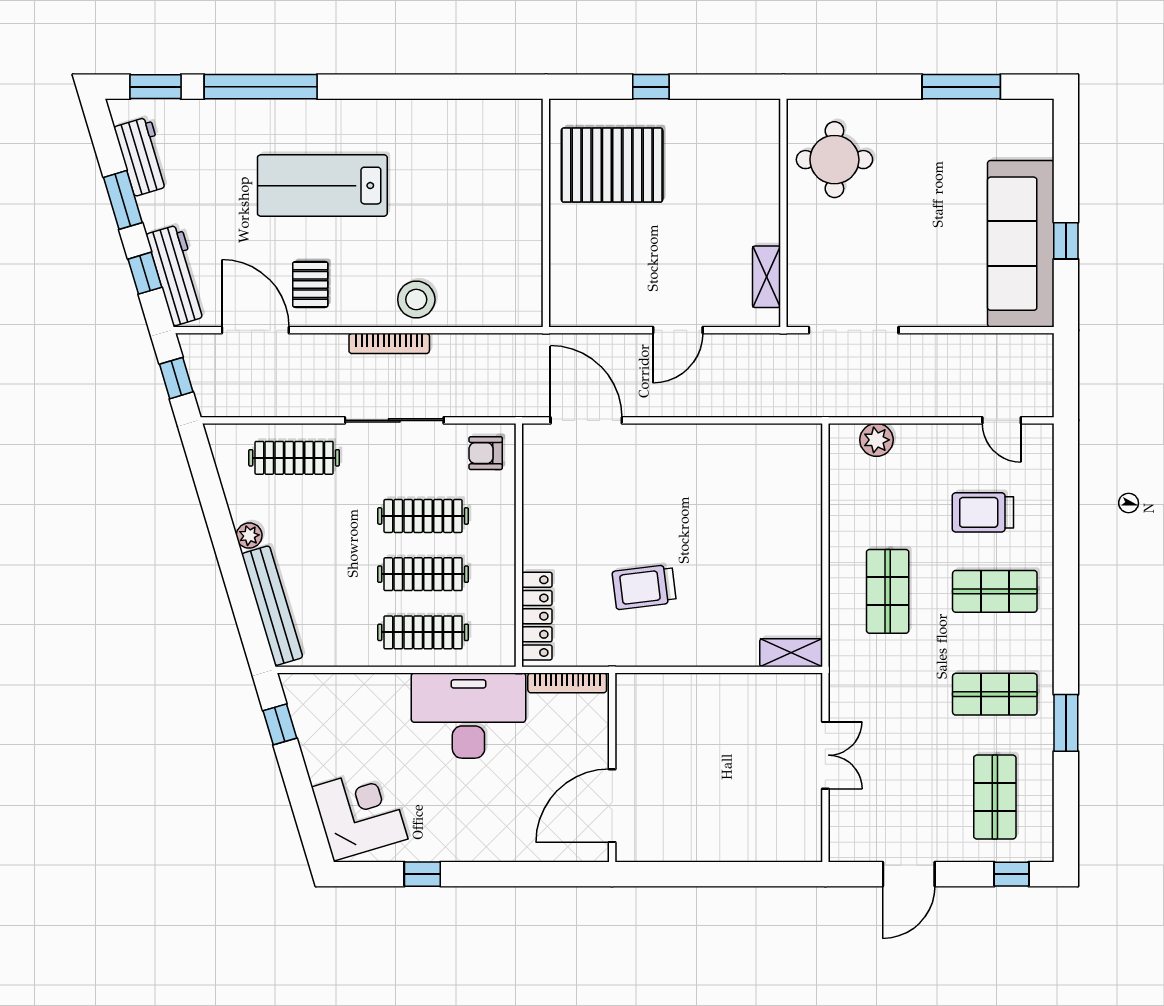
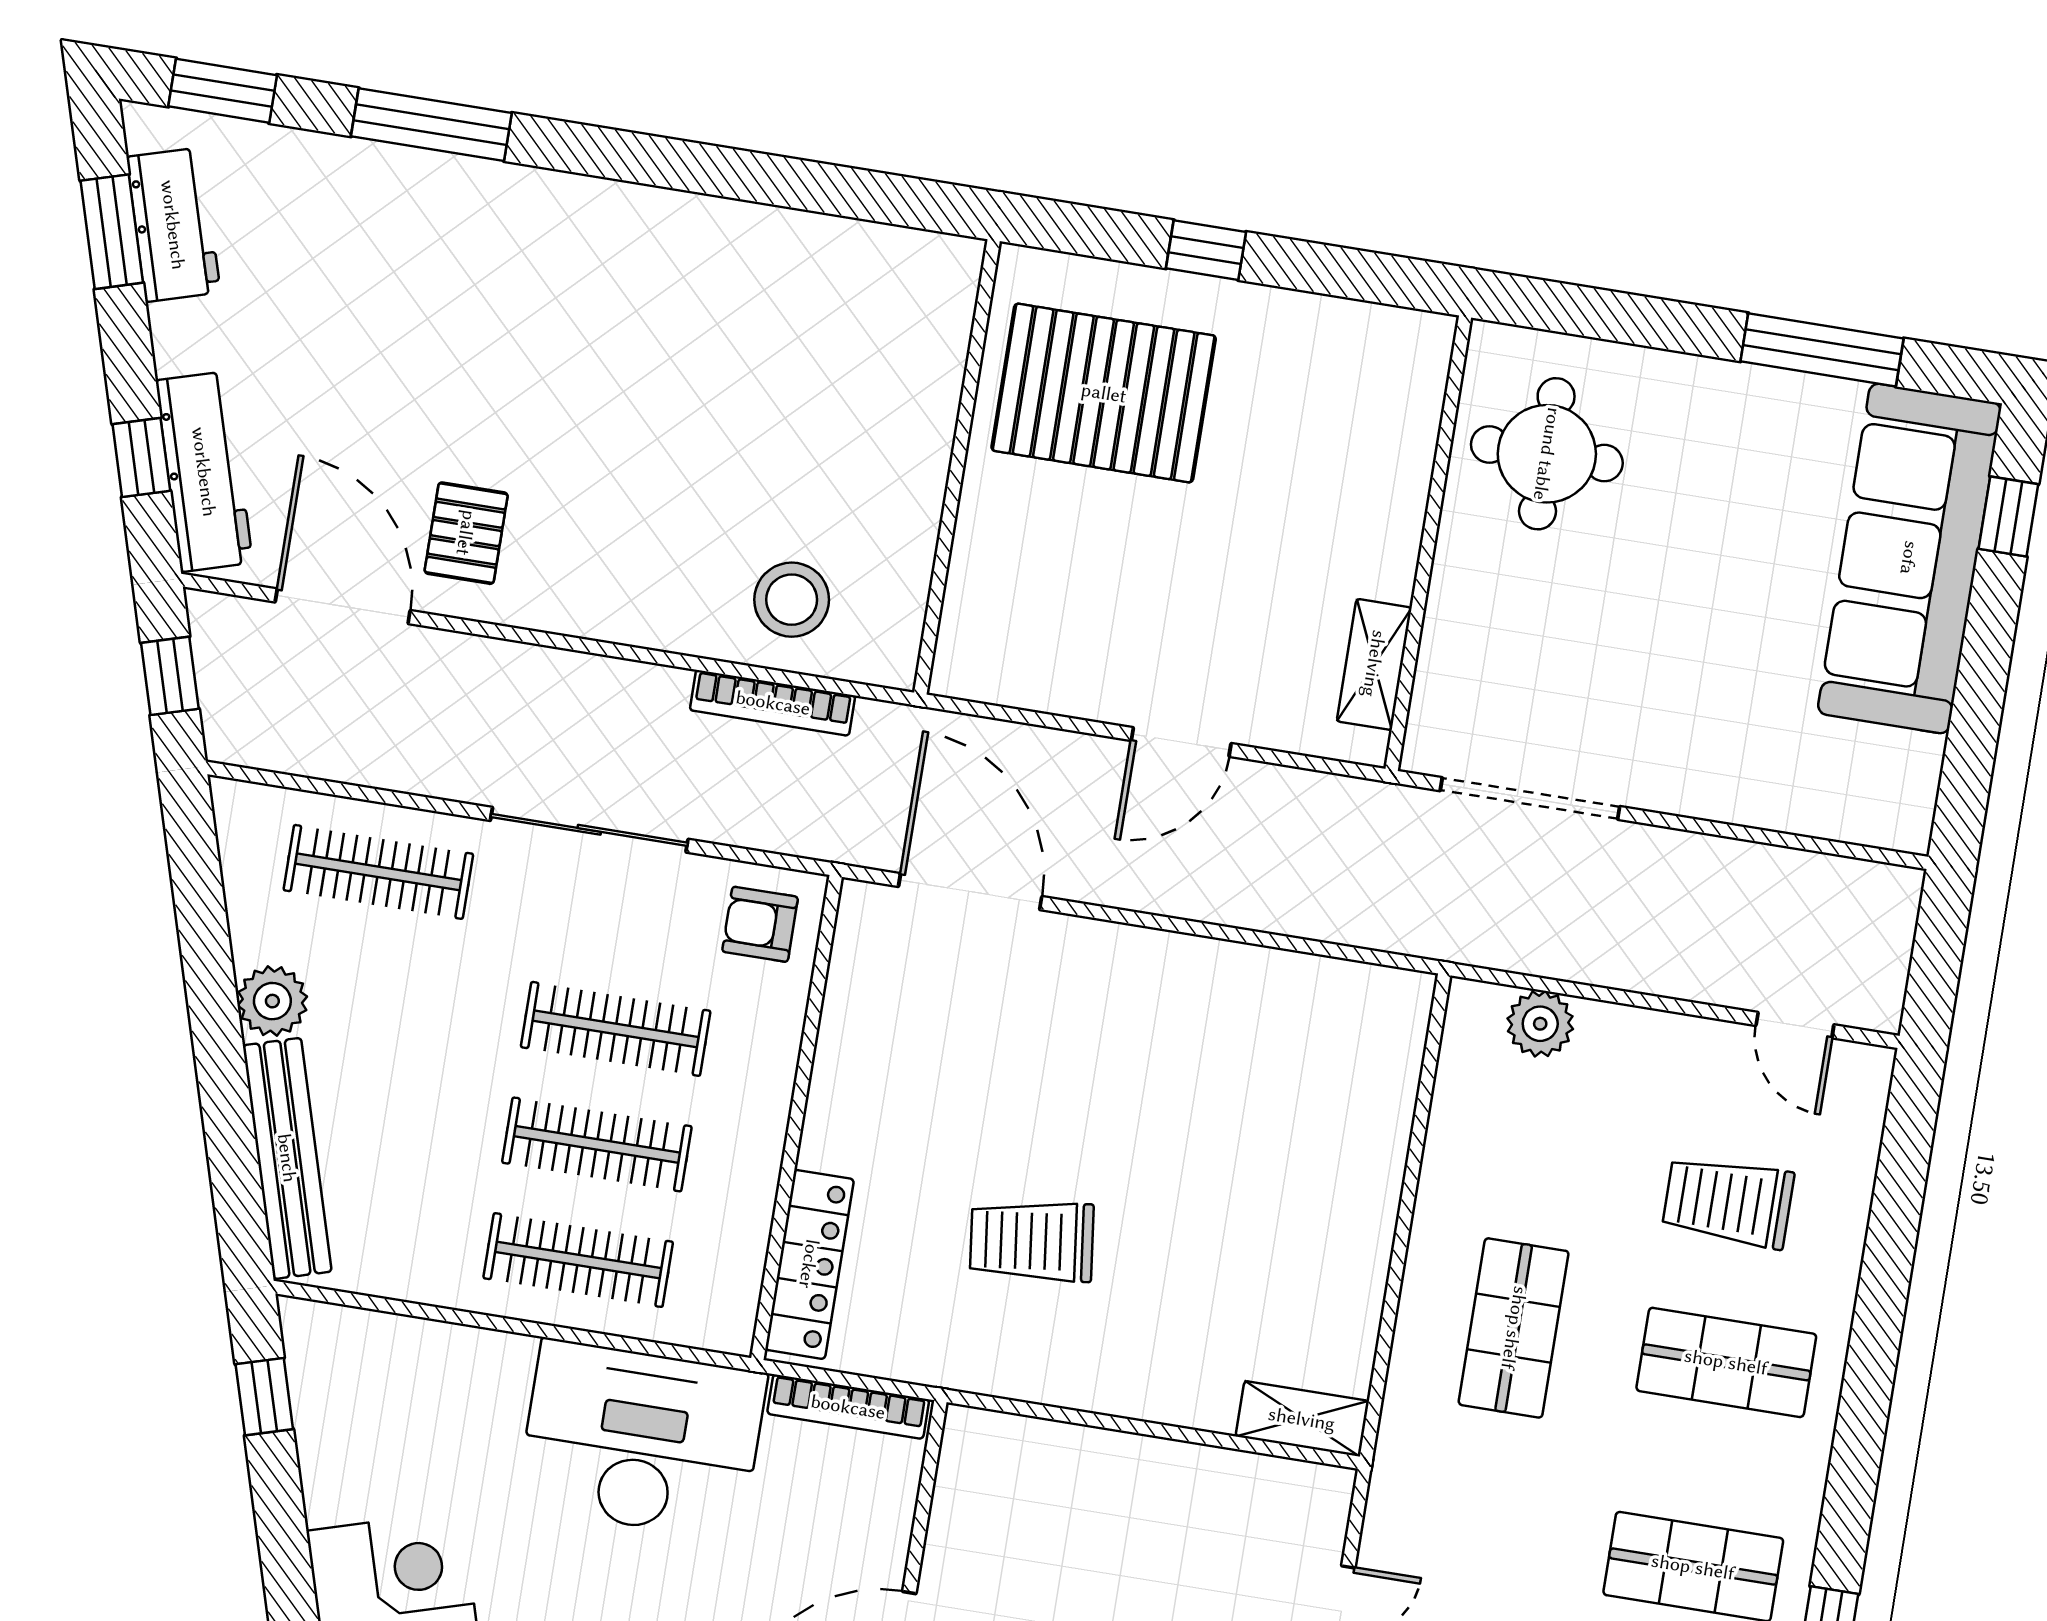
window: (261, 87) -> (431, 125), width x0.68
lab bench: (322, 186) -> (522, 341), removed
window: (123, 200) -> (112, 232), moved
window: (1066, 241) -> (2008, 517), moved
sofa: (1021, 244) -> (1909, 558), moved
stool: (416, 300) -> (792, 600), moved
bookcase: (389, 343) -> (773, 703), moved
plant: (249, 536) -> (272, 1001), width x1.38, depth x1.38

